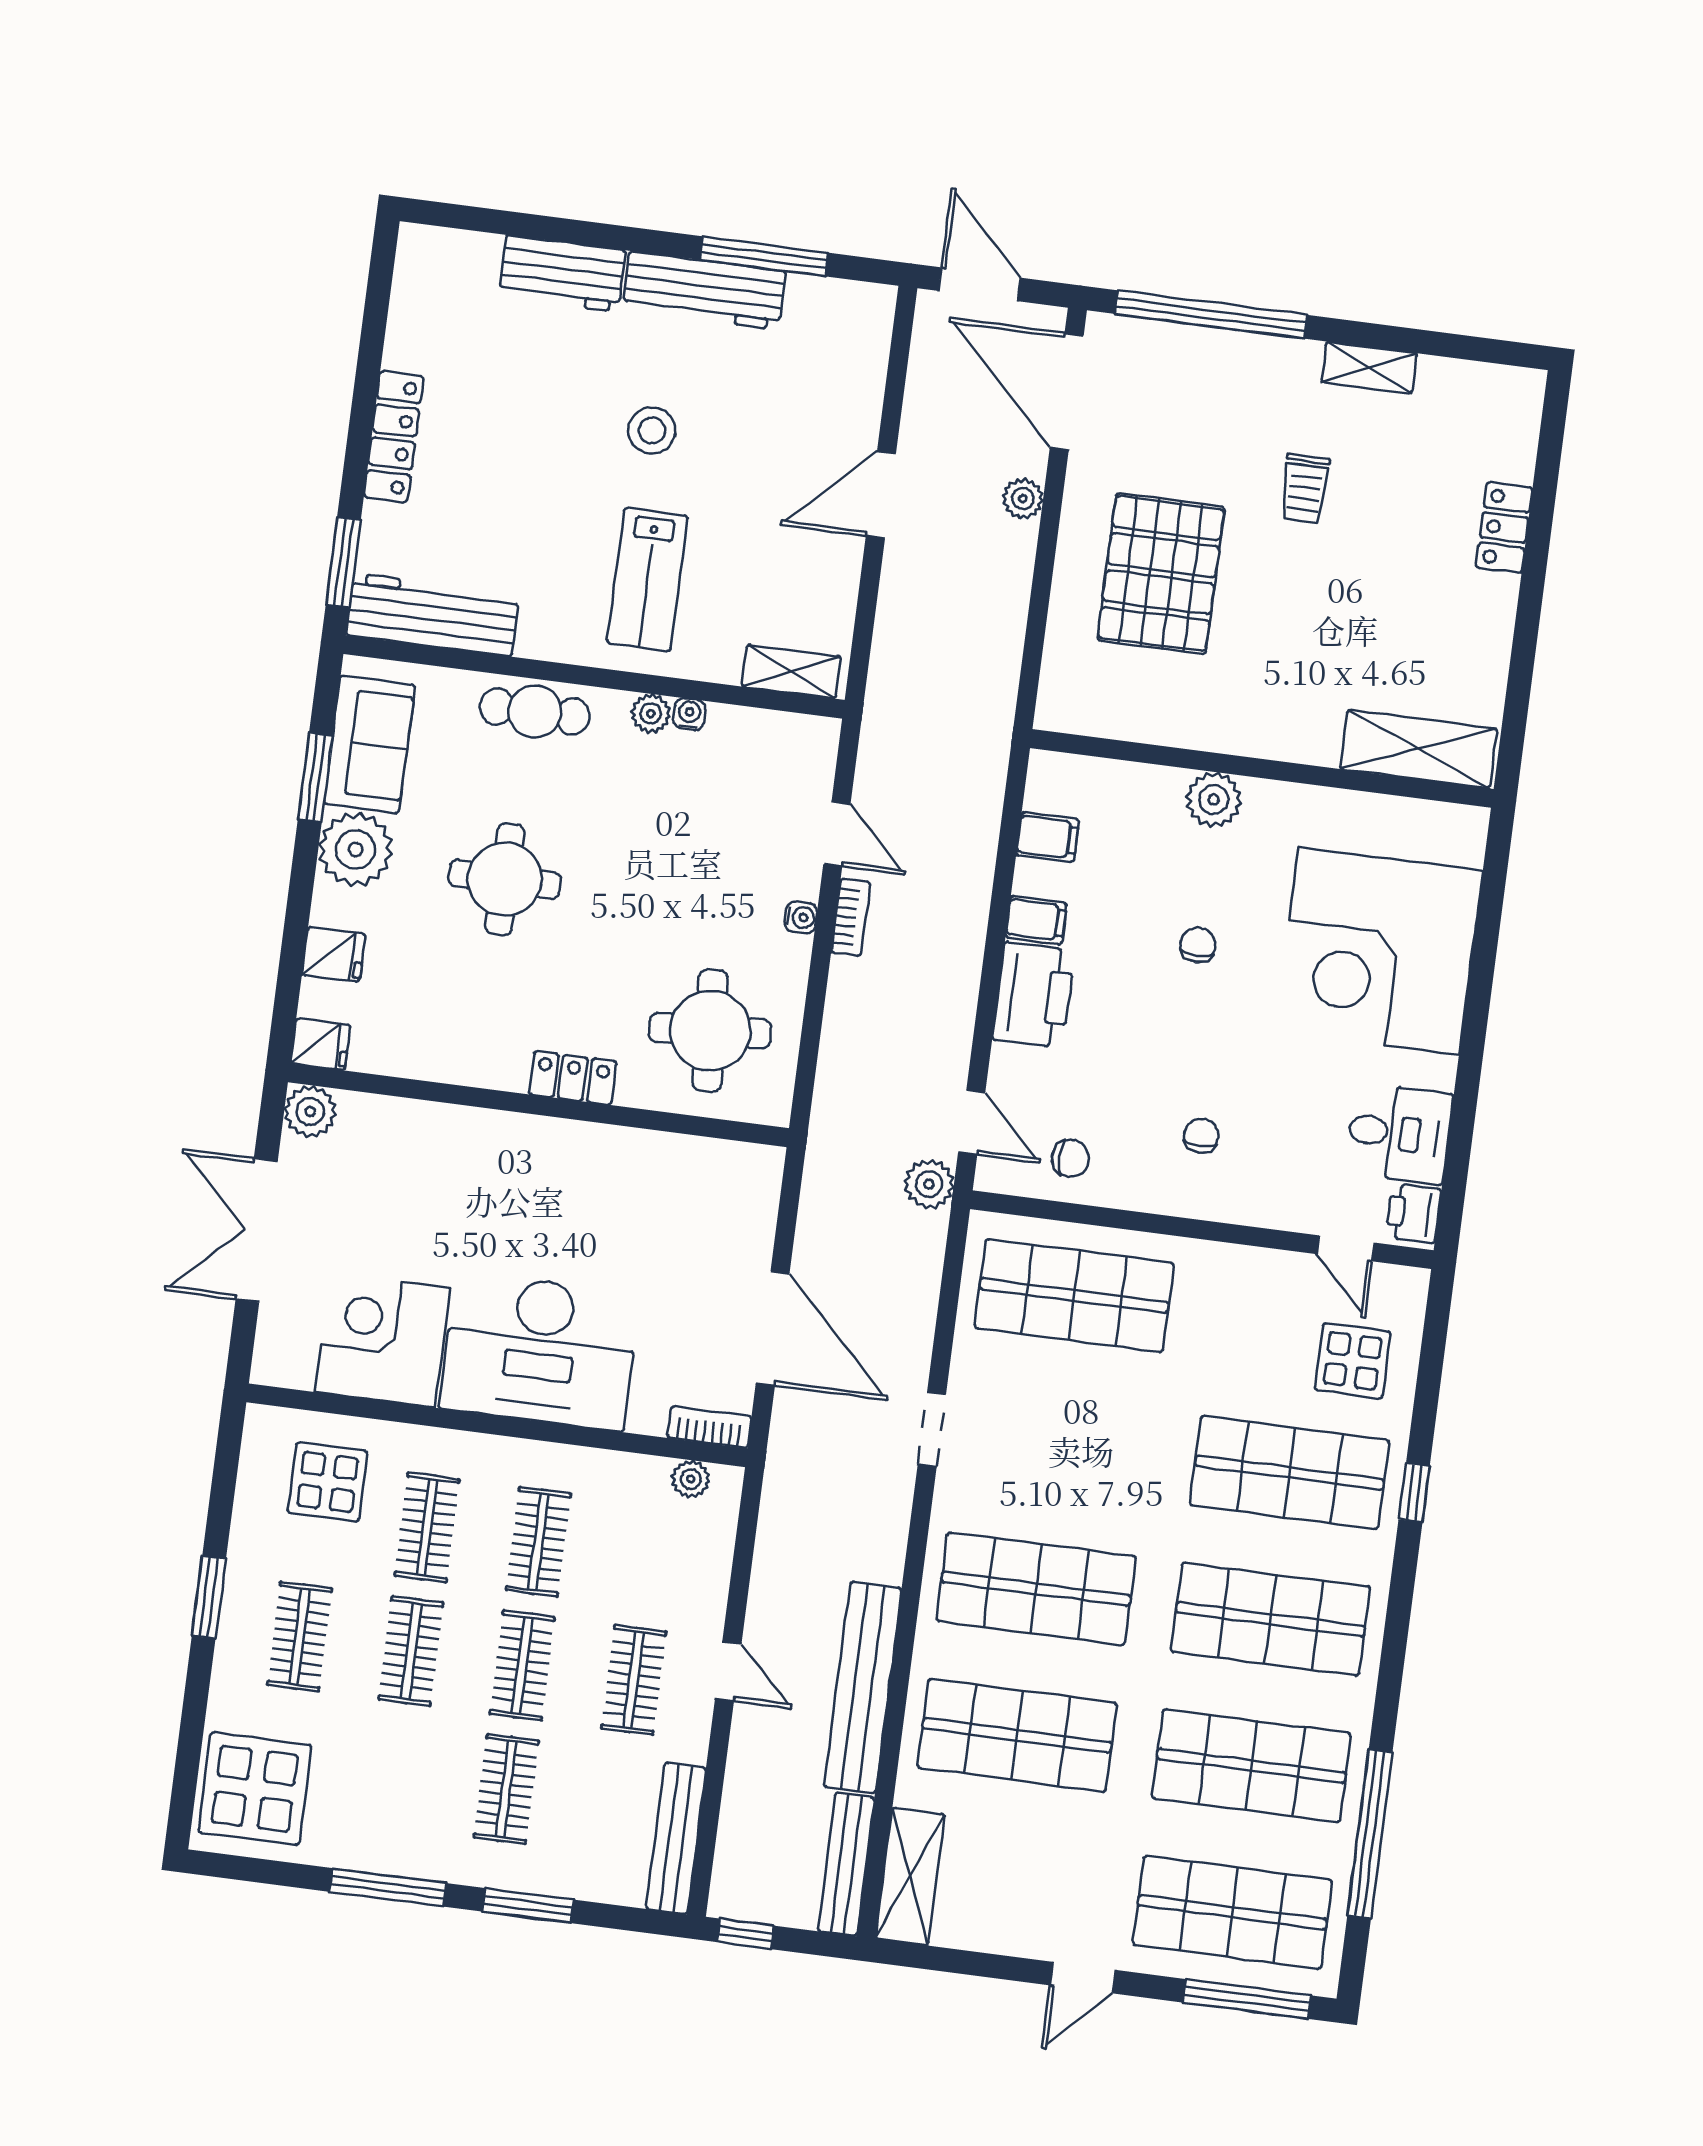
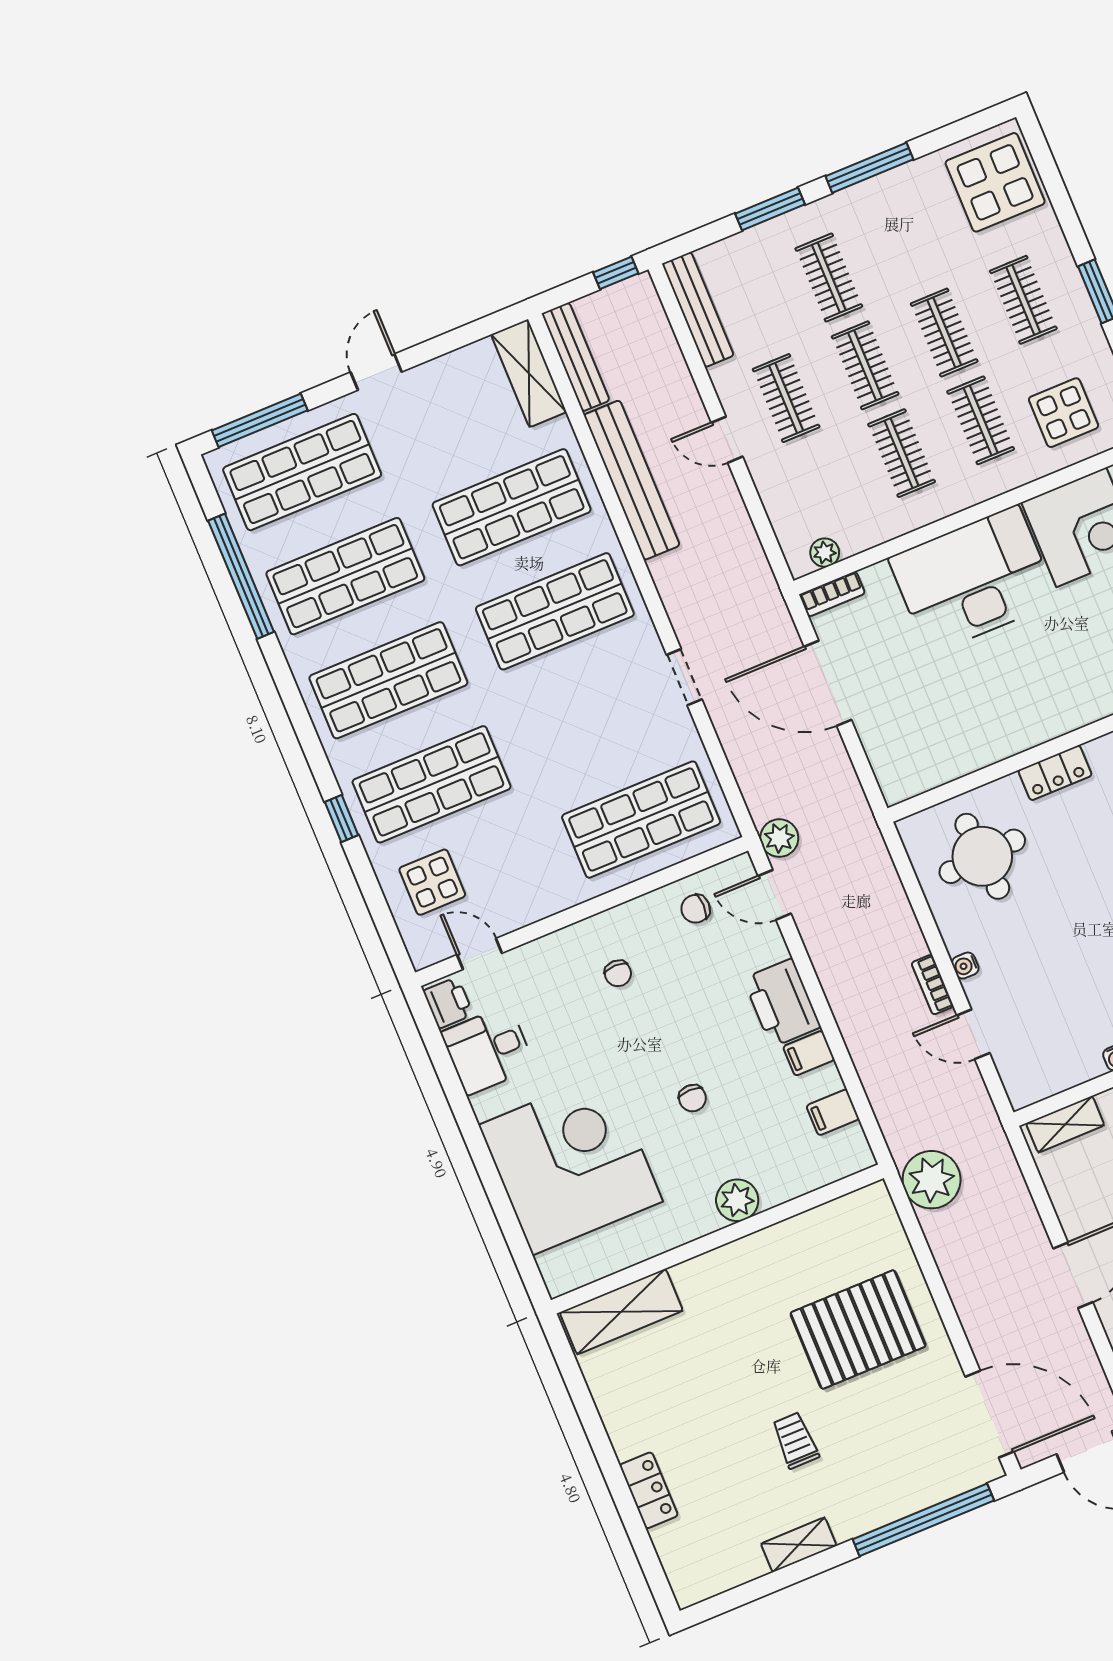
plant: (1023, 499) -> (932, 1180), moved, width x1.87, depth x1.87
pallet: (1161, 574) -> (858, 1330), turned 90

